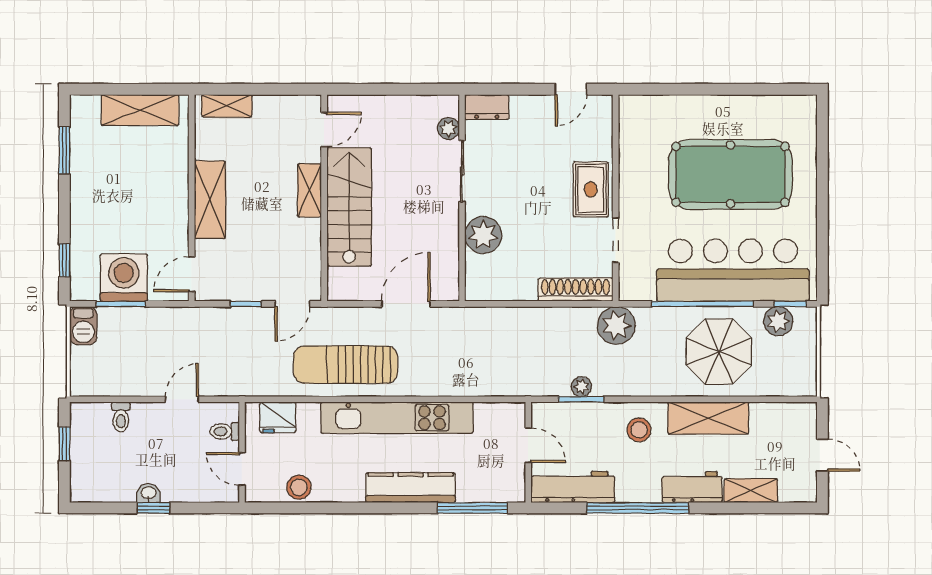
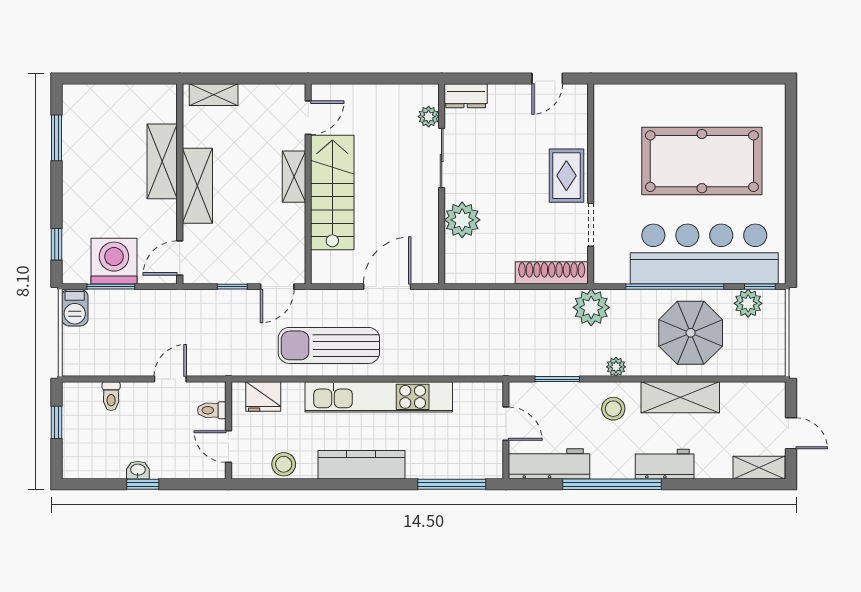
shelving: (140, 110) -> (162, 161), moved, turned 90
plant: (581, 387) -> (616, 367), moved
kitchen counter: (411, 488) -> (361, 465), moved
shelving: (751, 491) -> (759, 468), moved

